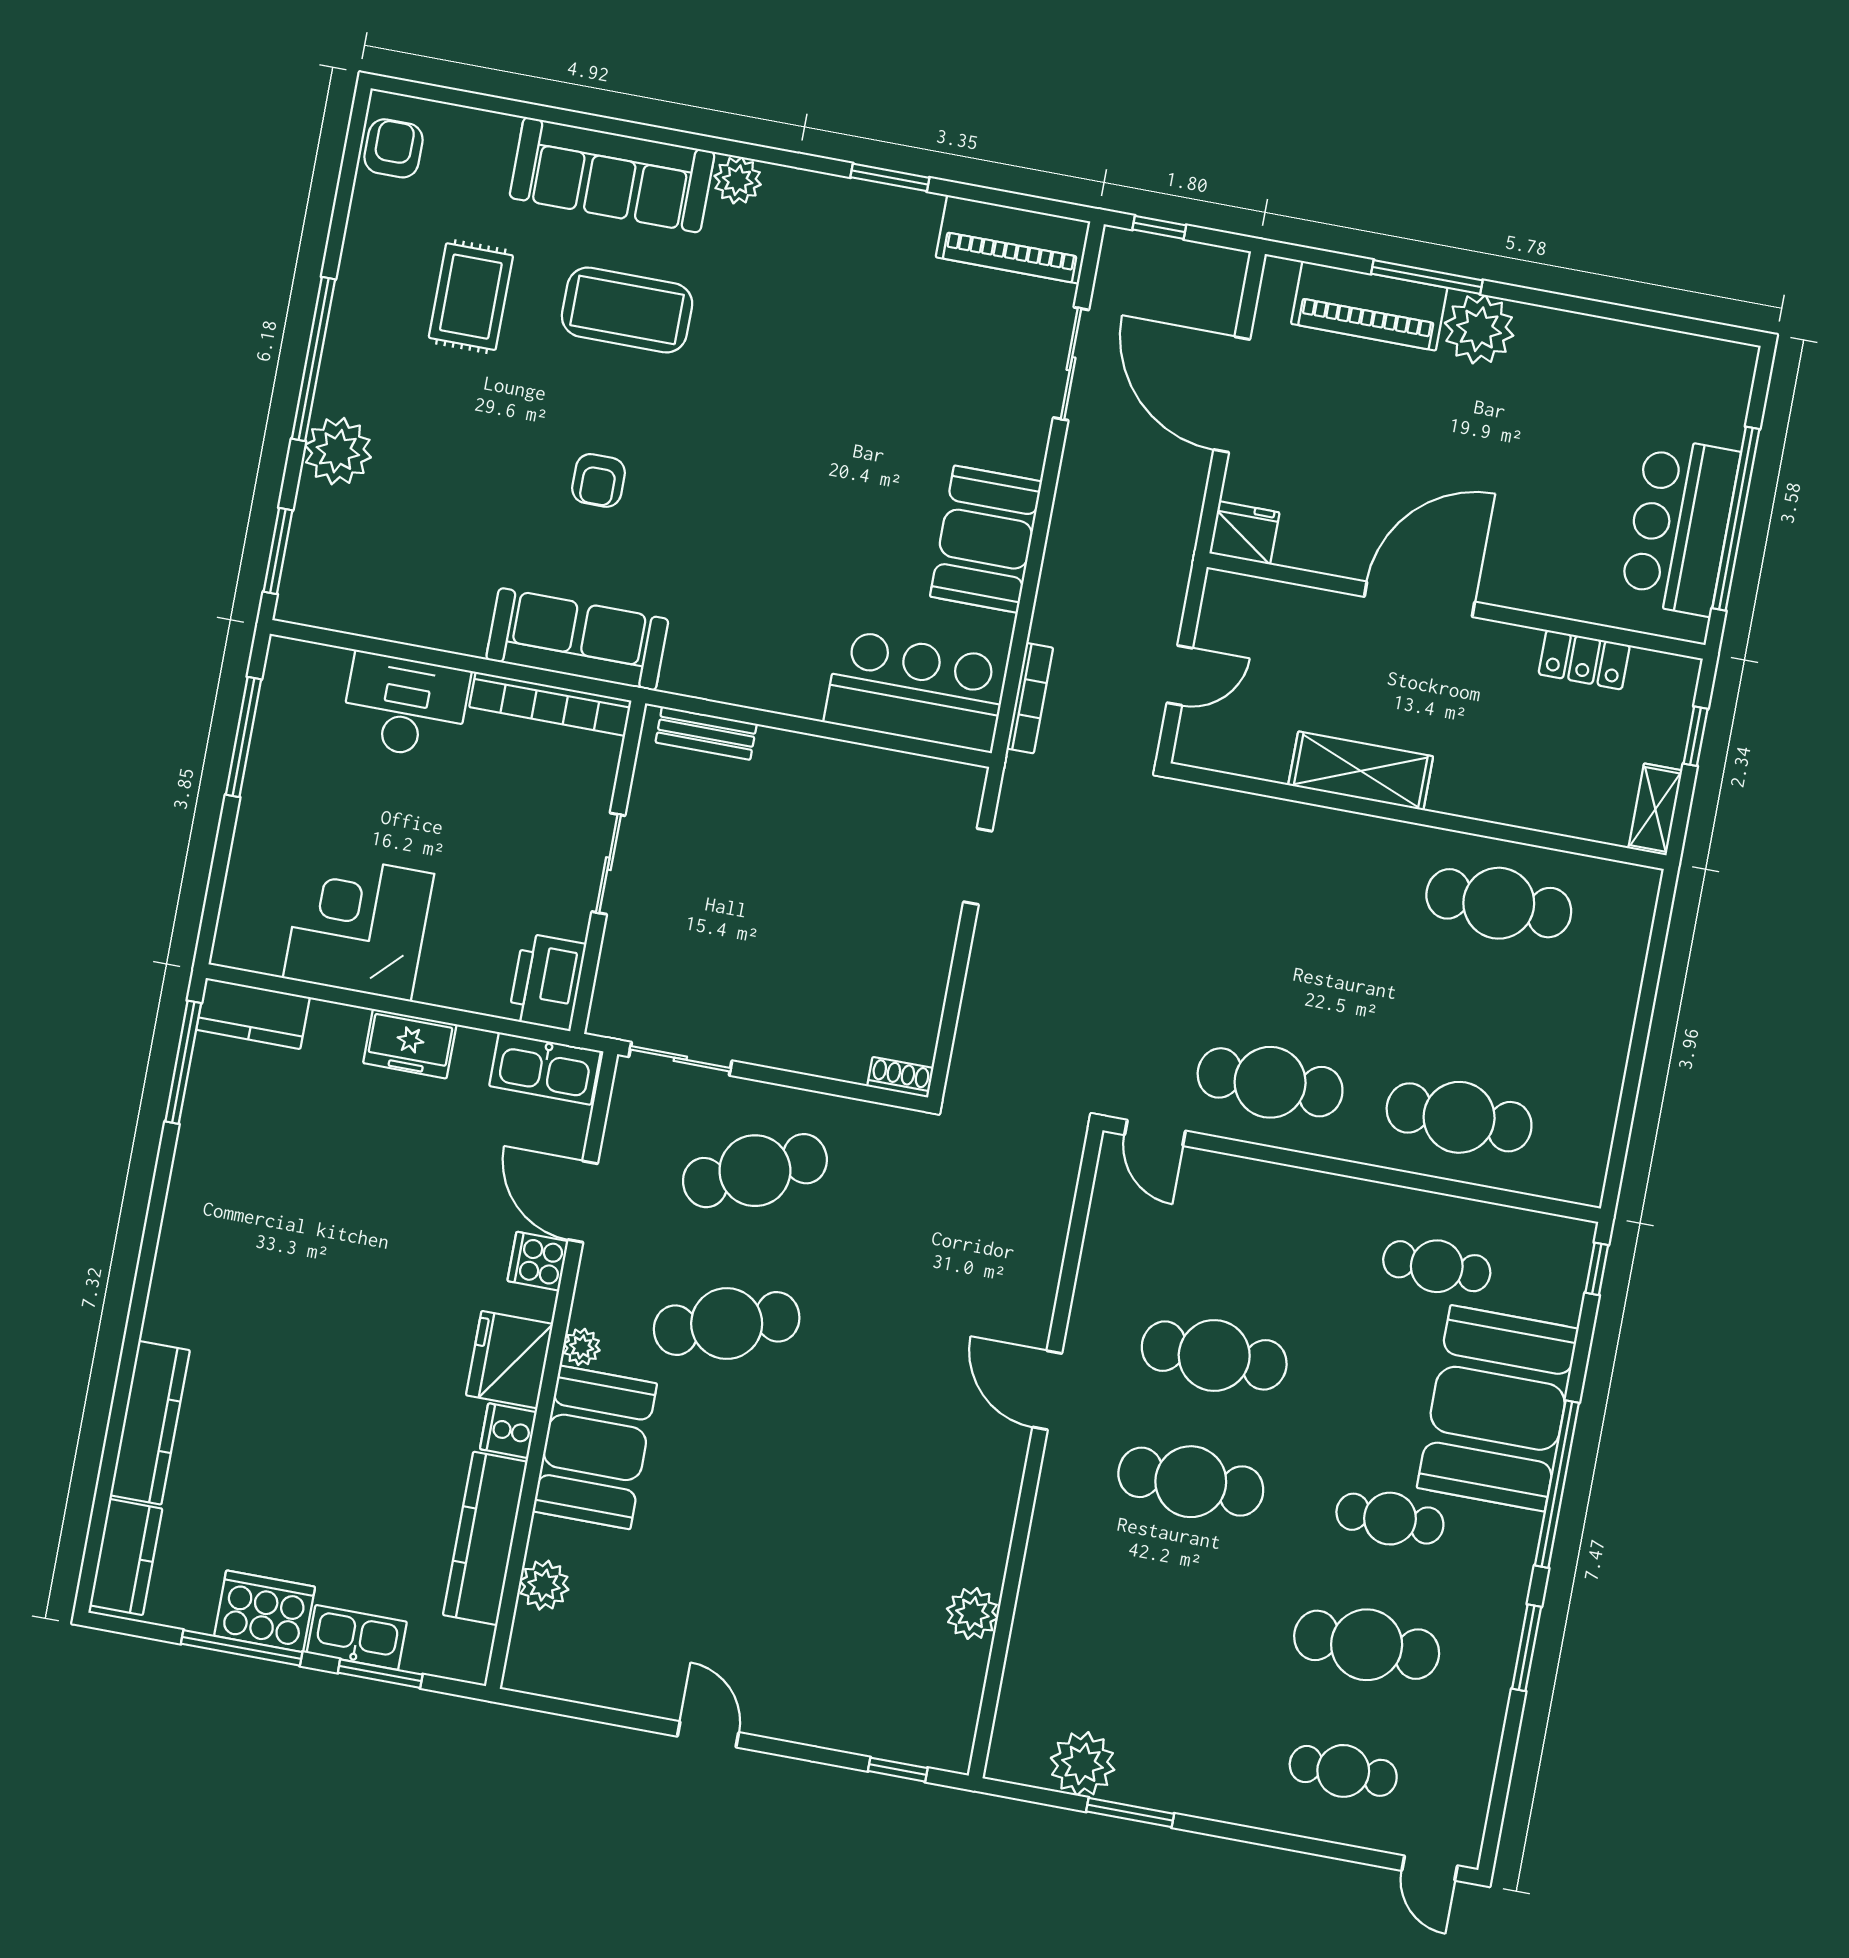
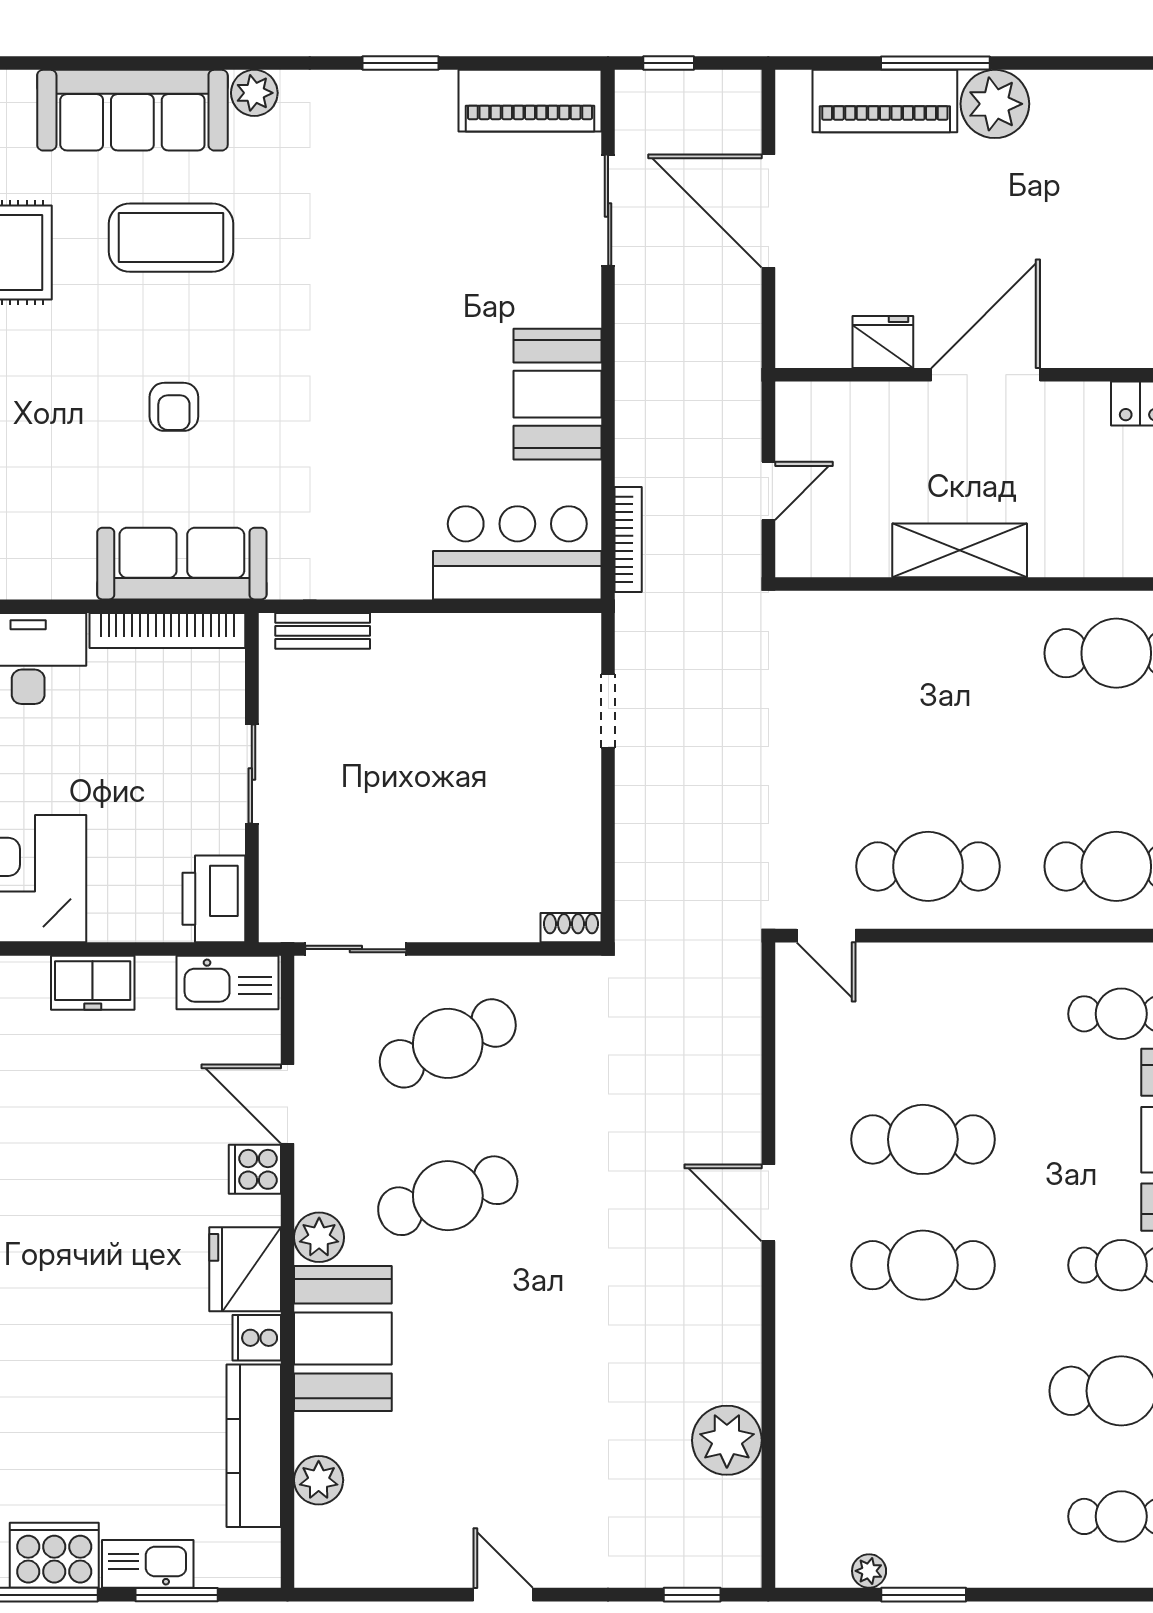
fridge: (1244, 533) -> (883, 342), moved
plant: (582, 1347) -> (319, 1237), width x1.38, depth x1.38
plant: (972, 1613) -> (727, 1440), width x1.36, depth x1.36
plant: (1083, 1764) -> (869, 1571), width x0.53, depth x0.53

